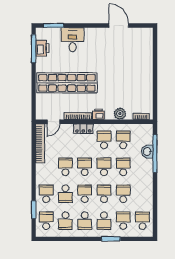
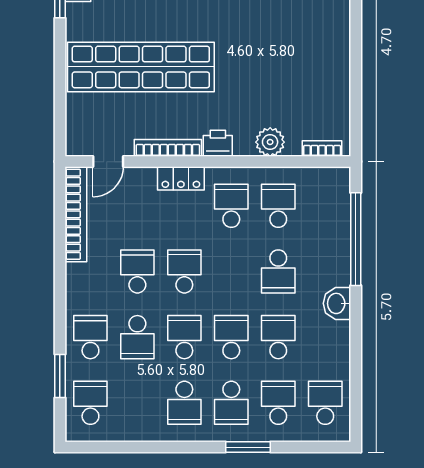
washbasin: (147, 152) -> (337, 303), moved
school desk: (104, 167) -> (231, 271), removed
school desk: (123, 167) -> (278, 271), turned 180
school desk: (65, 221) -> (137, 403), removed

